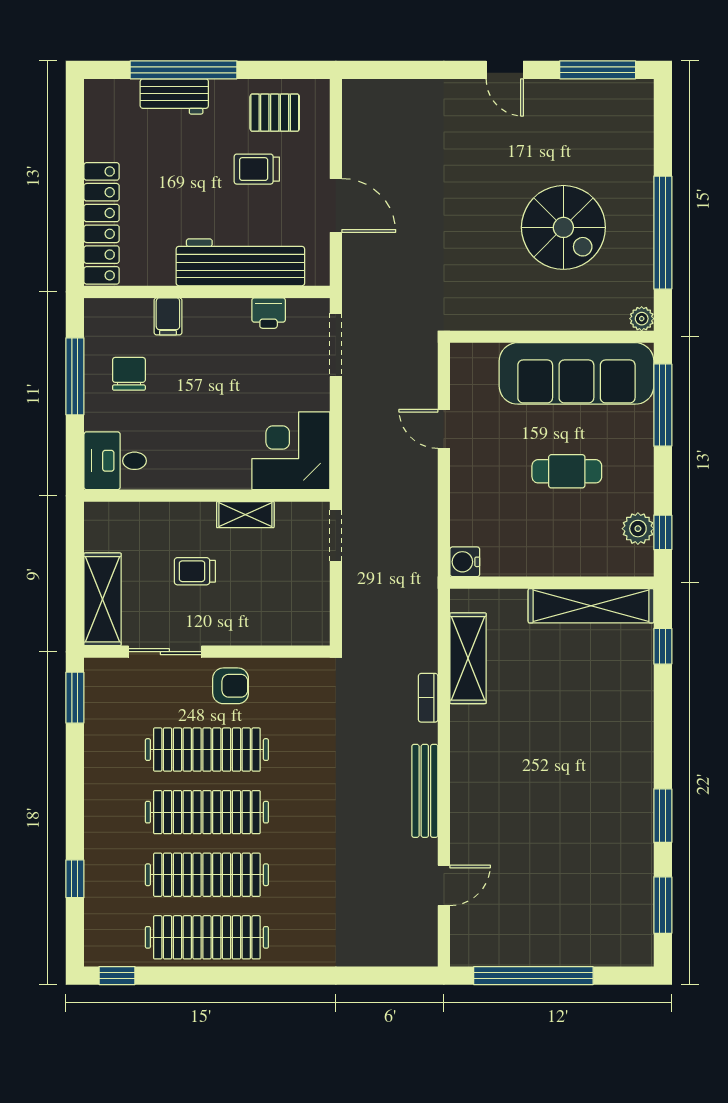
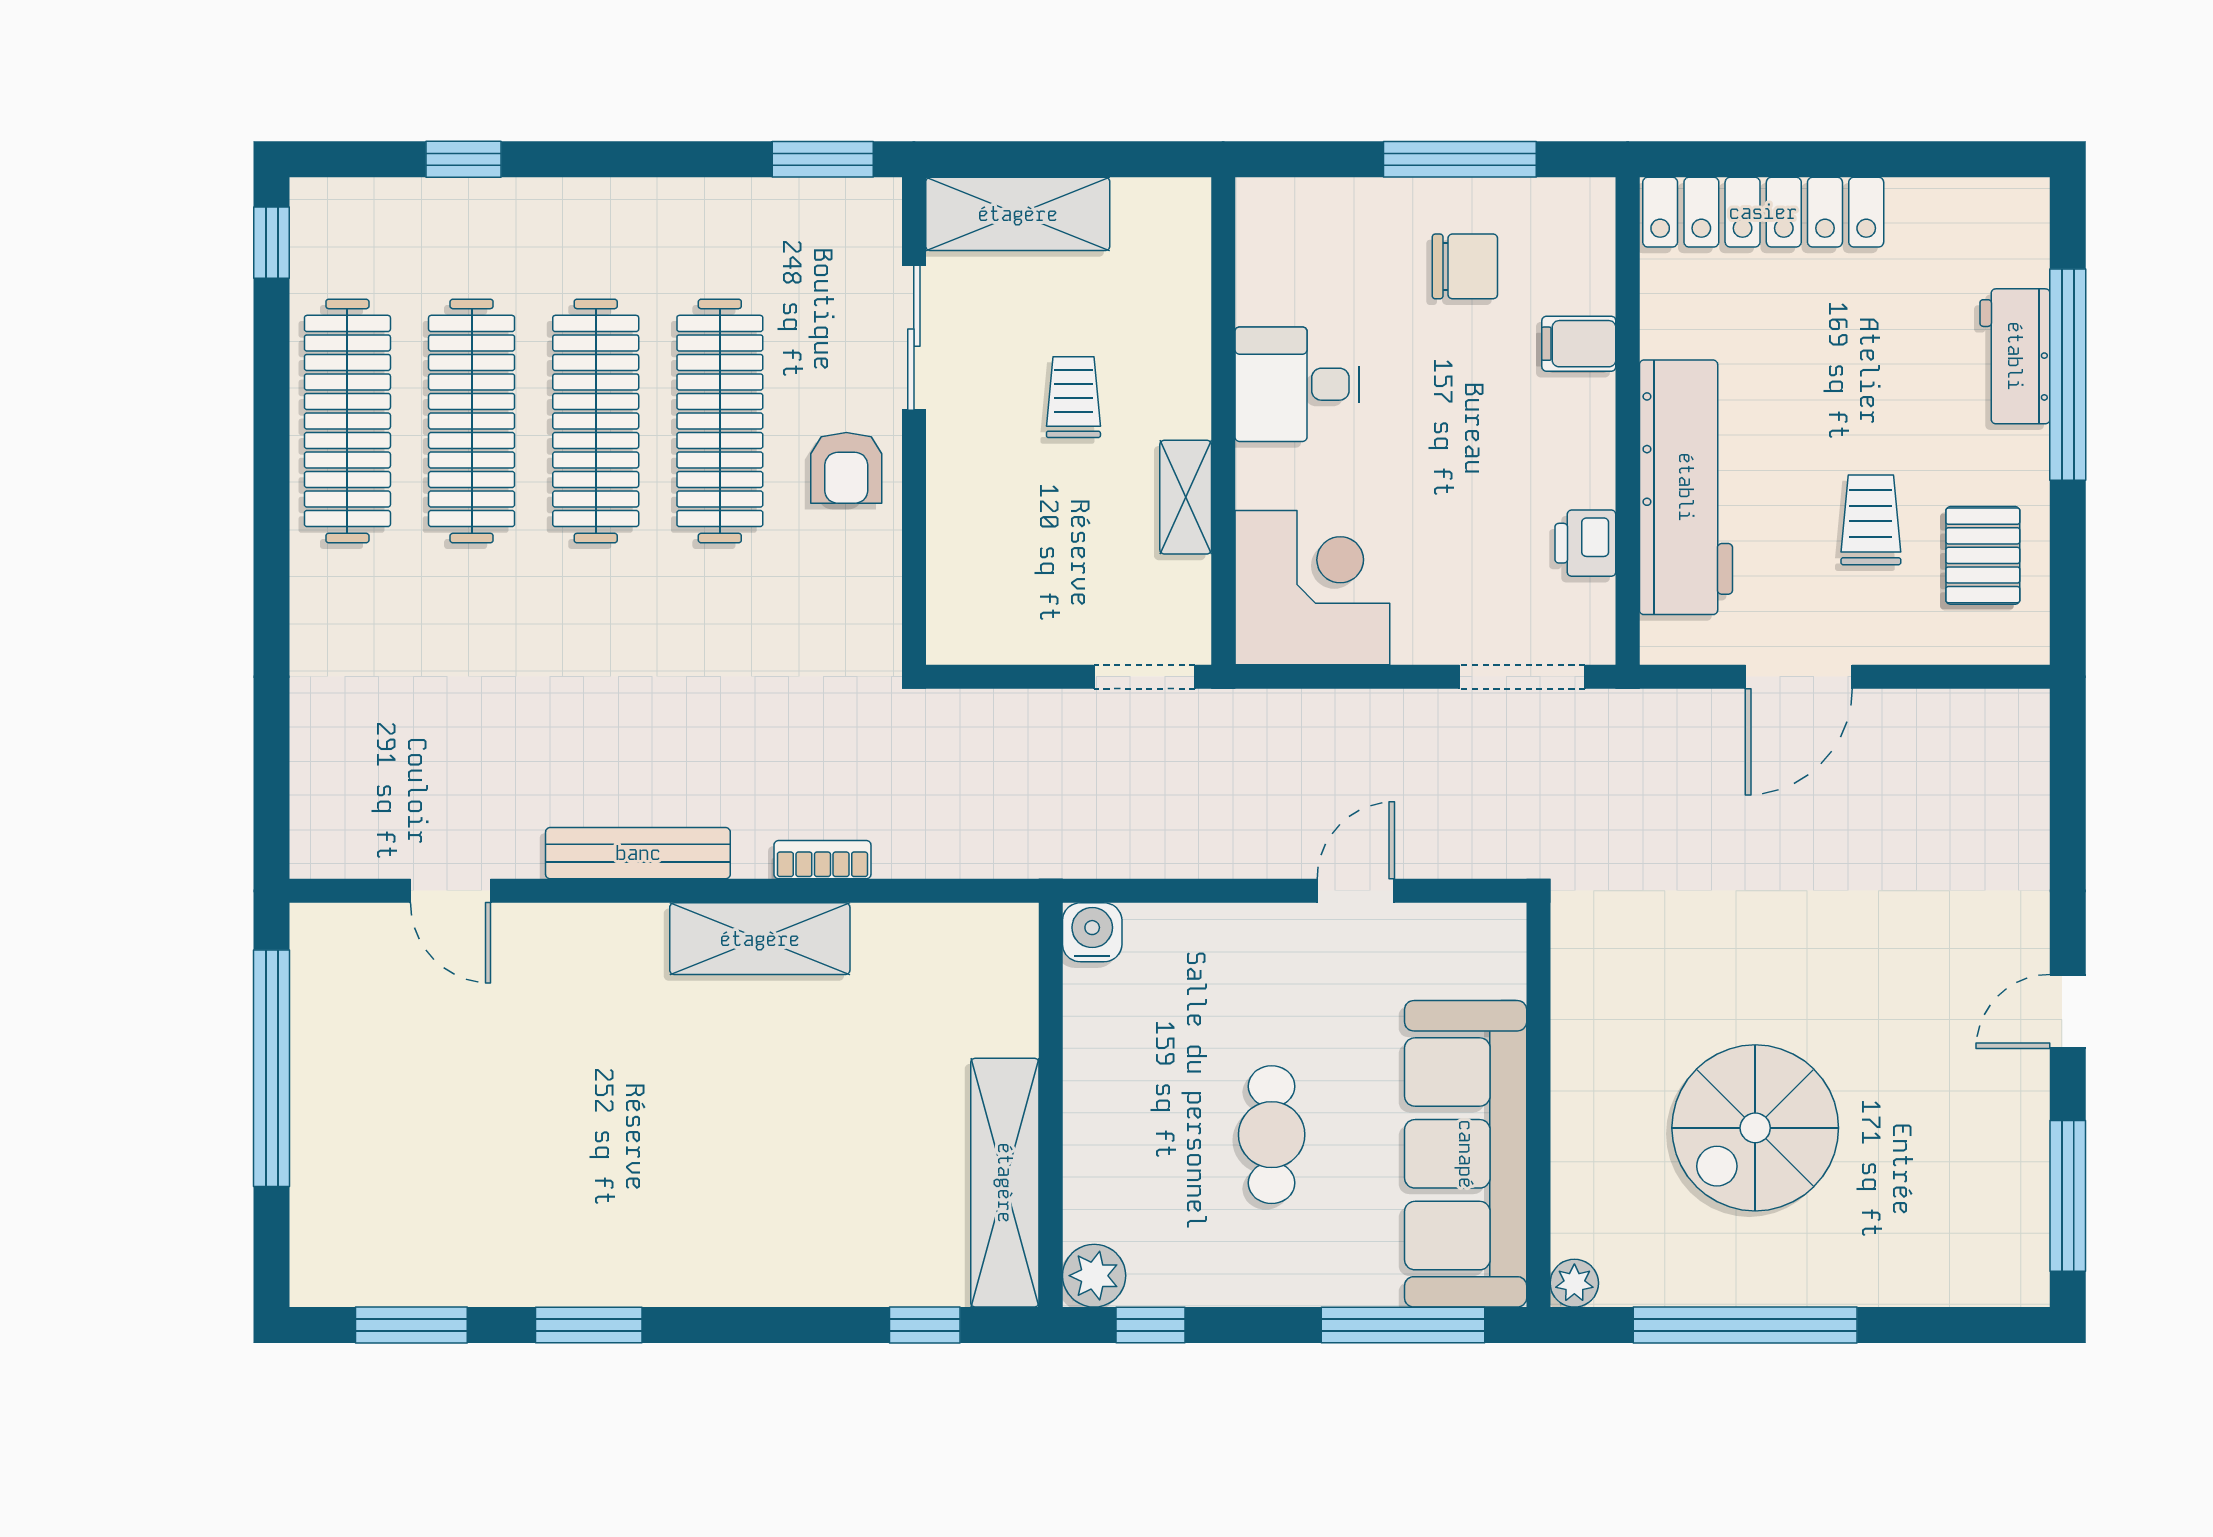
desk: (115, 461) -> (1297, 384), moved, turned -90
plant: (638, 529) -> (1094, 1276), moved
shelving: (468, 658) -> (760, 939), moved

